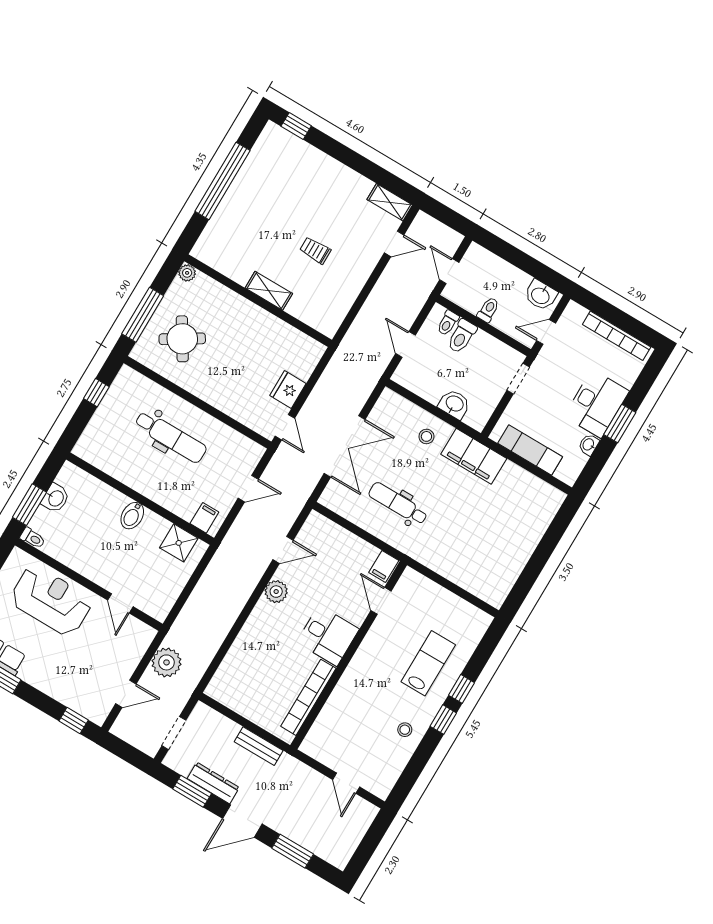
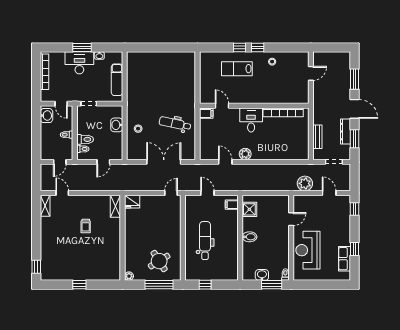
window: (223, 181) -> (79, 285), width x0.32
shelving: (269, 291) -> (115, 206), moved
fridge: (288, 389) -> (132, 202), moved
filing cabinet: (474, 456) -> (134, 103), removed
dental chair: (398, 504) -> (175, 124), turned 102
door: (381, 601) -> (222, 106), swing flipped
bench: (259, 746) -> (317, 137), moved

